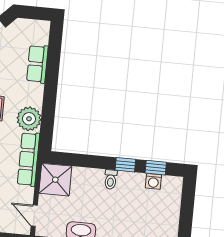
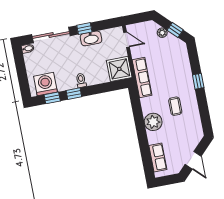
row of seats: (37, 64) -> (158, 158), moved
plant: (29, 119) -> (153, 122), moved
washing machine: (153, 181) -> (45, 84), width x1.89, depth x1.89

